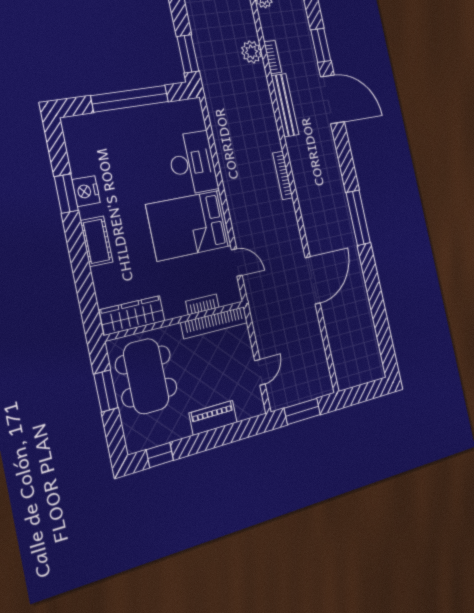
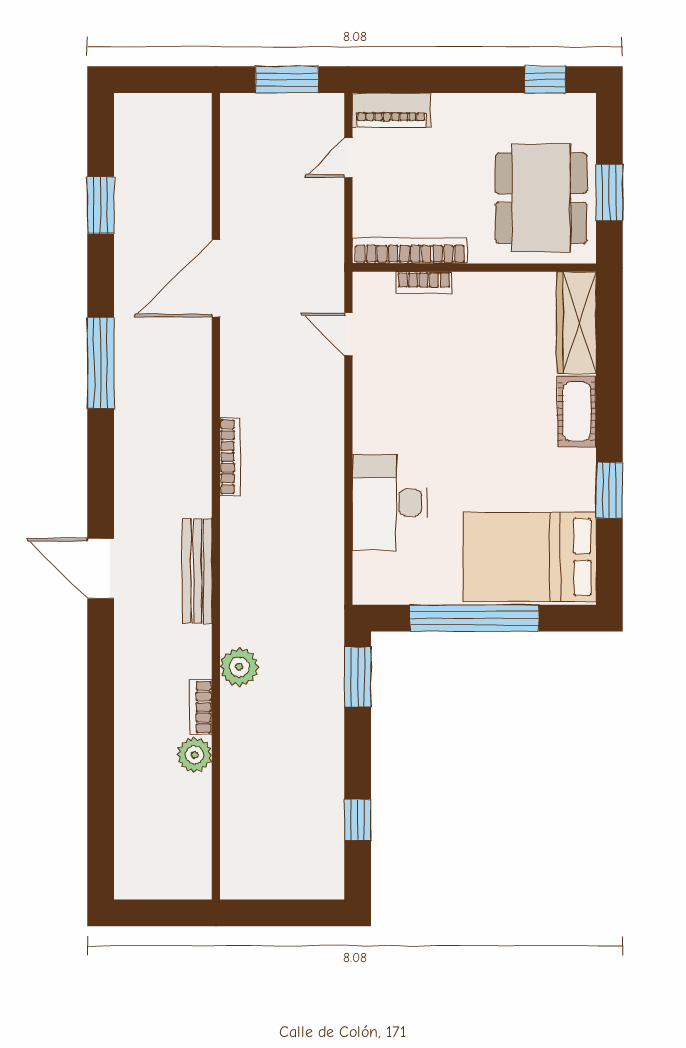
window: (321, 45) -> (101, 205), moved
bookcase: (273, 57) -> (201, 707), moved
door: (332, 99) -> (101, 568), width x0.73
nightstand: (86, 191) -> (577, 488), removed
bed: (189, 225) -> (530, 557), moved, turned 180
wardrobe: (132, 315) -> (576, 322), moved, turned 90
piano: (213, 418) -> (391, 110), moved

